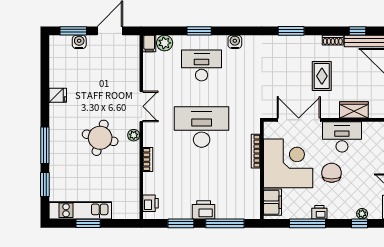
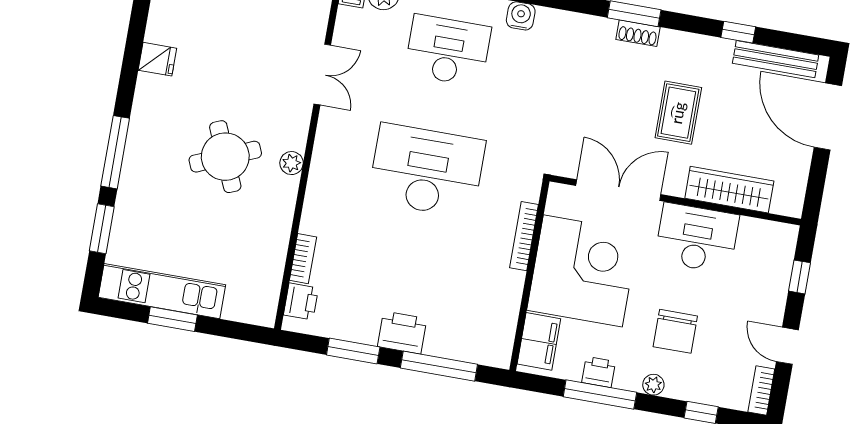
window: (357, 31) -> (738, 32), moved
shoe rack: (333, 40) -> (638, 33), moved
double door: (141, 106) -> (322, 75), moved
wardrobe: (354, 110) -> (729, 190), width x1.50
round table: (100, 138) -> (225, 157), turned -38
bookcase: (148, 159) -> (303, 259), moved
chair: (332, 173) -> (675, 331), moved, turned 180
printer: (319, 212) -> (599, 372), moved
plant: (362, 214) -> (653, 385), moved

